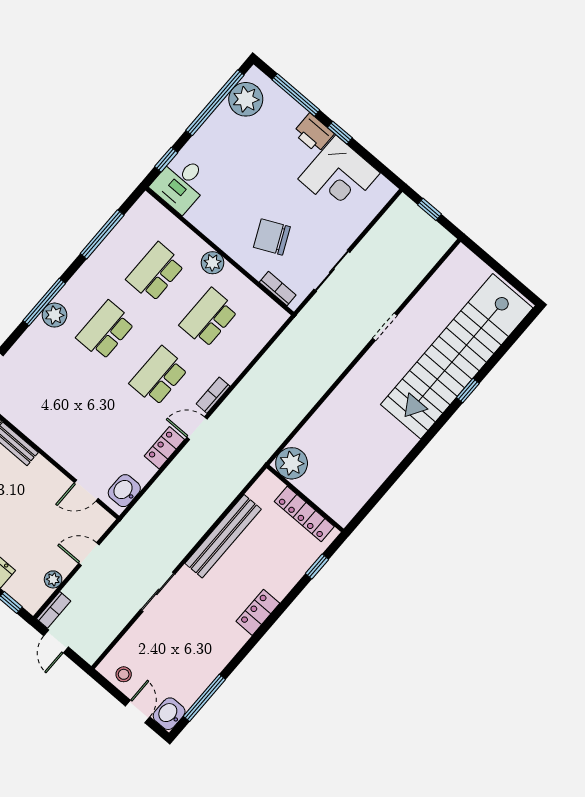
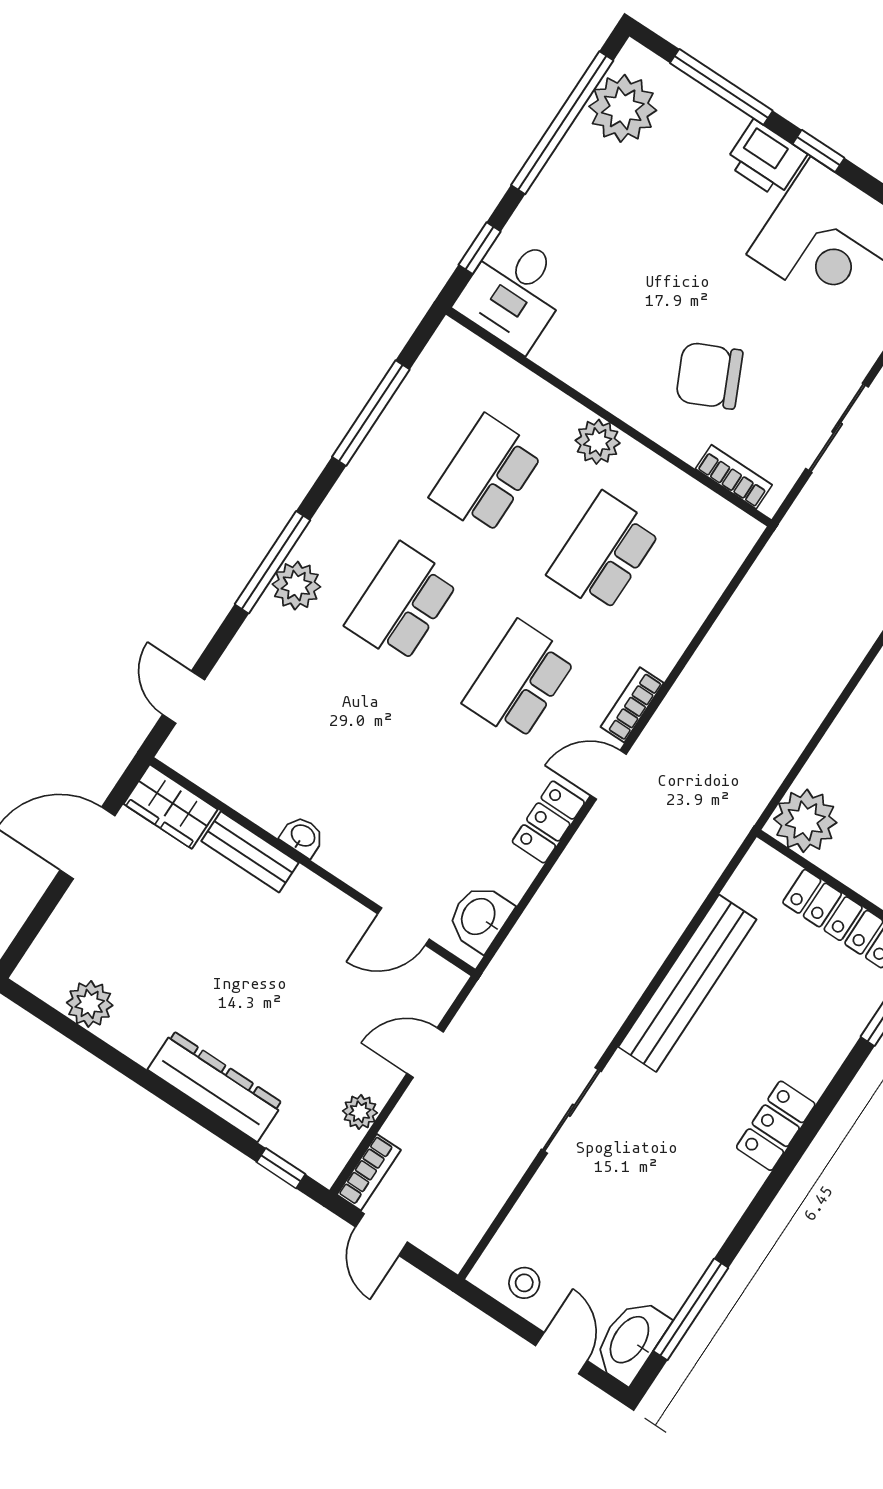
washbasin: (42, 439) -> (303, 836), added
washbasin: (169, 714) -> (631, 1340), width x1.38

